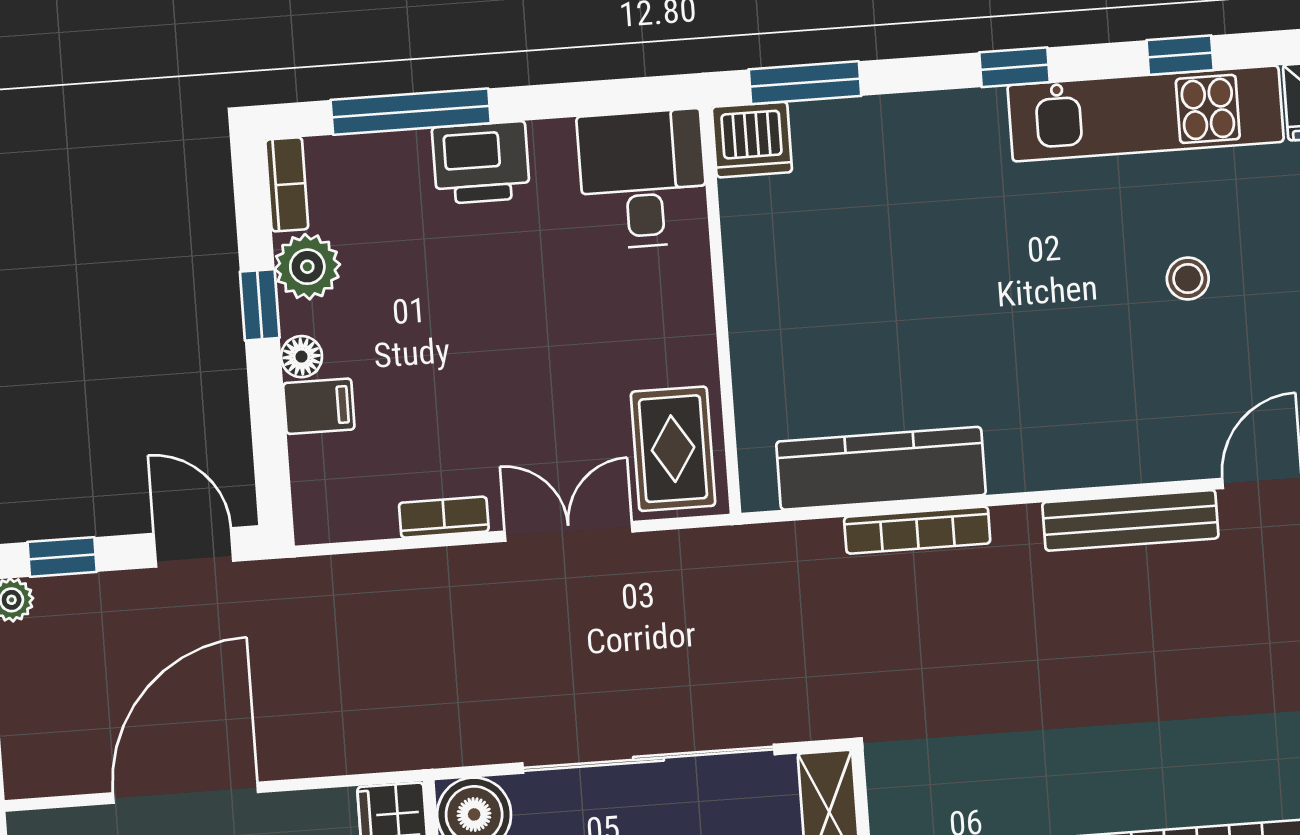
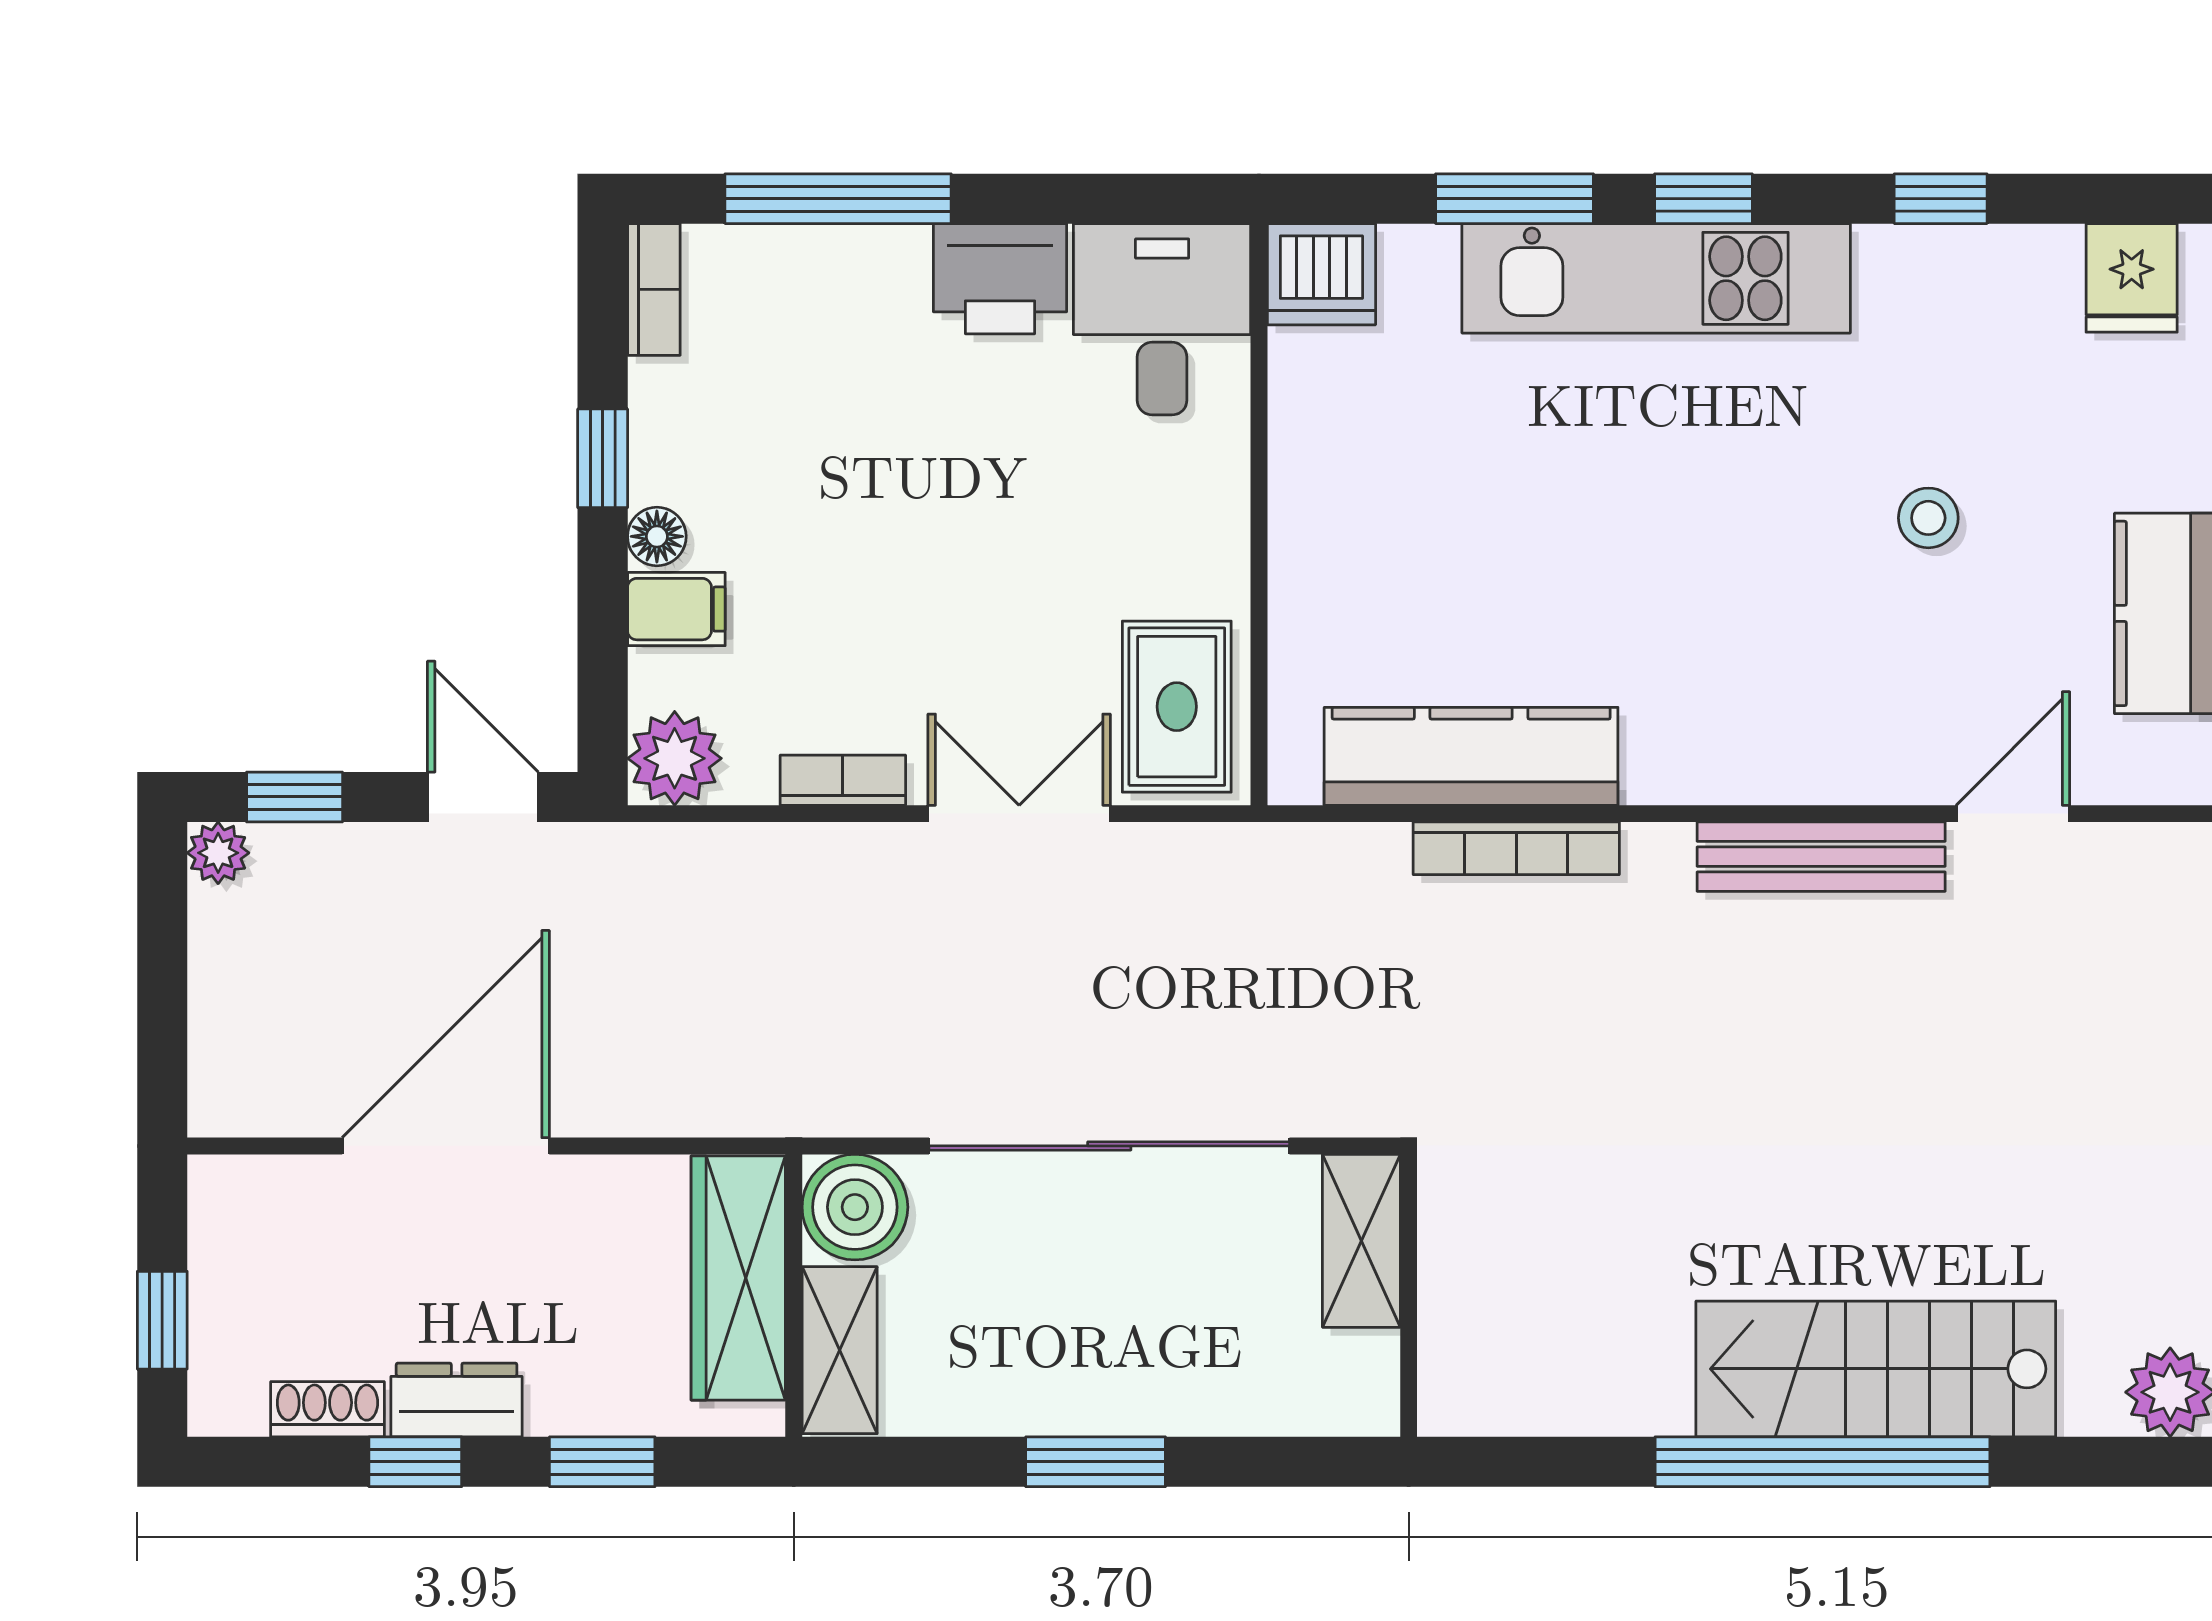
window: (805, 83) -> (1515, 199), moved
kitchen unit: (1146, 114) -> (1656, 278), moved
printer: (481, 163) -> (1000, 279), moved
plant: (307, 267) -> (675, 758), moved

